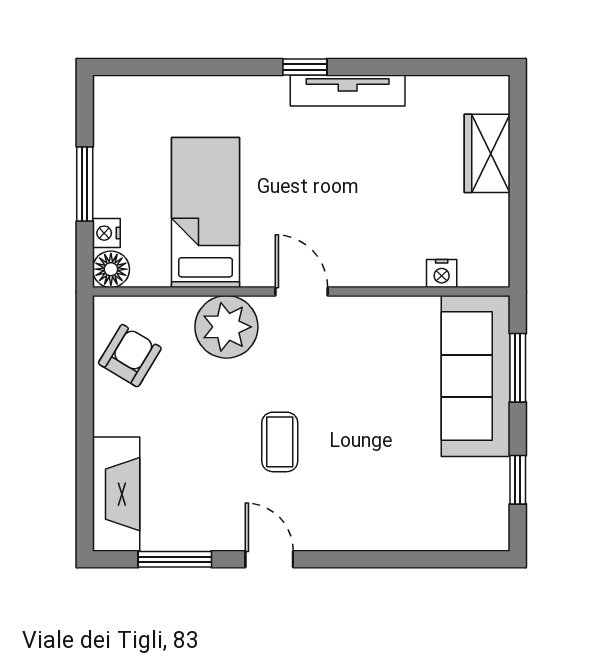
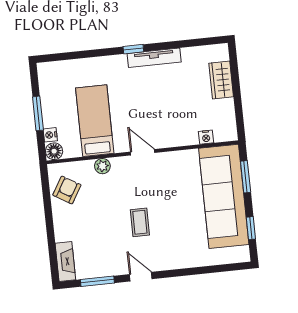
plant: (226, 327) -> (102, 166), width x0.53, depth x0.53
sofa: (476, 376) -> (224, 196), width x1.36, depth x1.27
fireplace: (116, 494) -> (65, 262), width x0.73, depth x0.76

